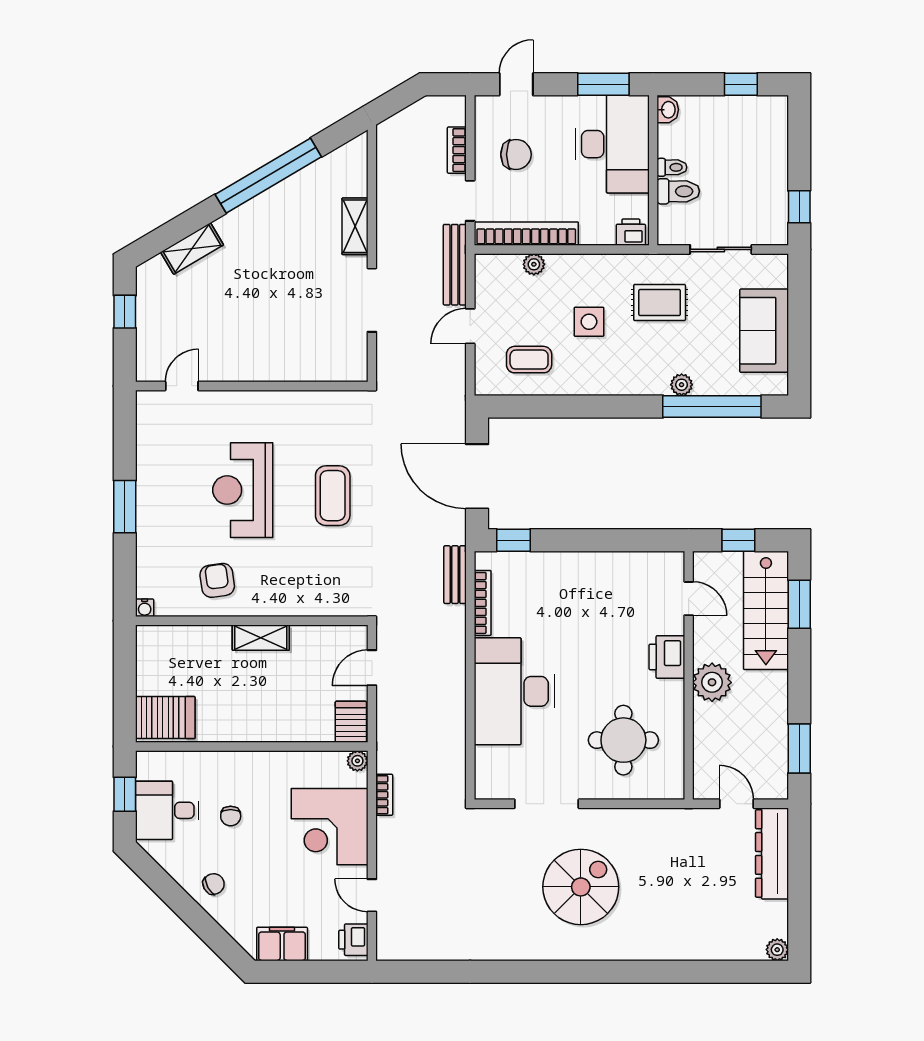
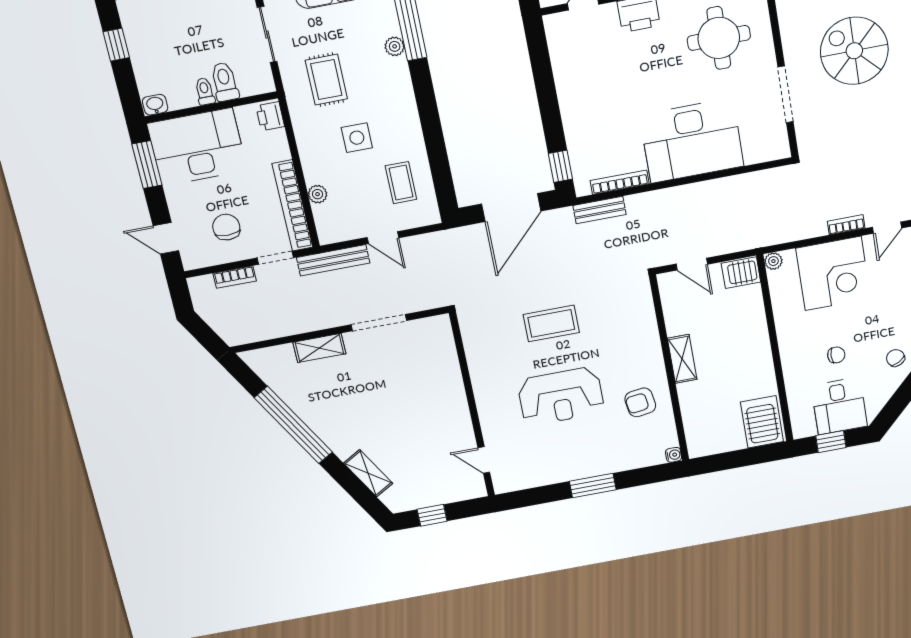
bookcase: (384, 795) -> (846, 225), moved

